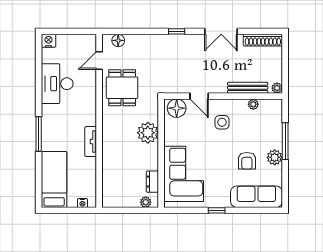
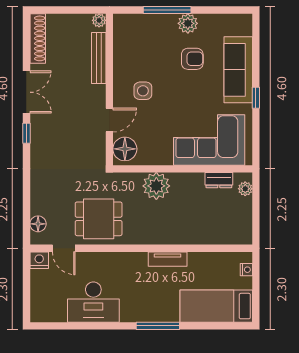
window: (177, 31) -> (26, 133), moved
nightstand: (49, 41) -> (39, 260), moved, turned 90
plant: (253, 104) -> (120, 51), removed
sofa: (256, 197) -> (238, 70), moved

